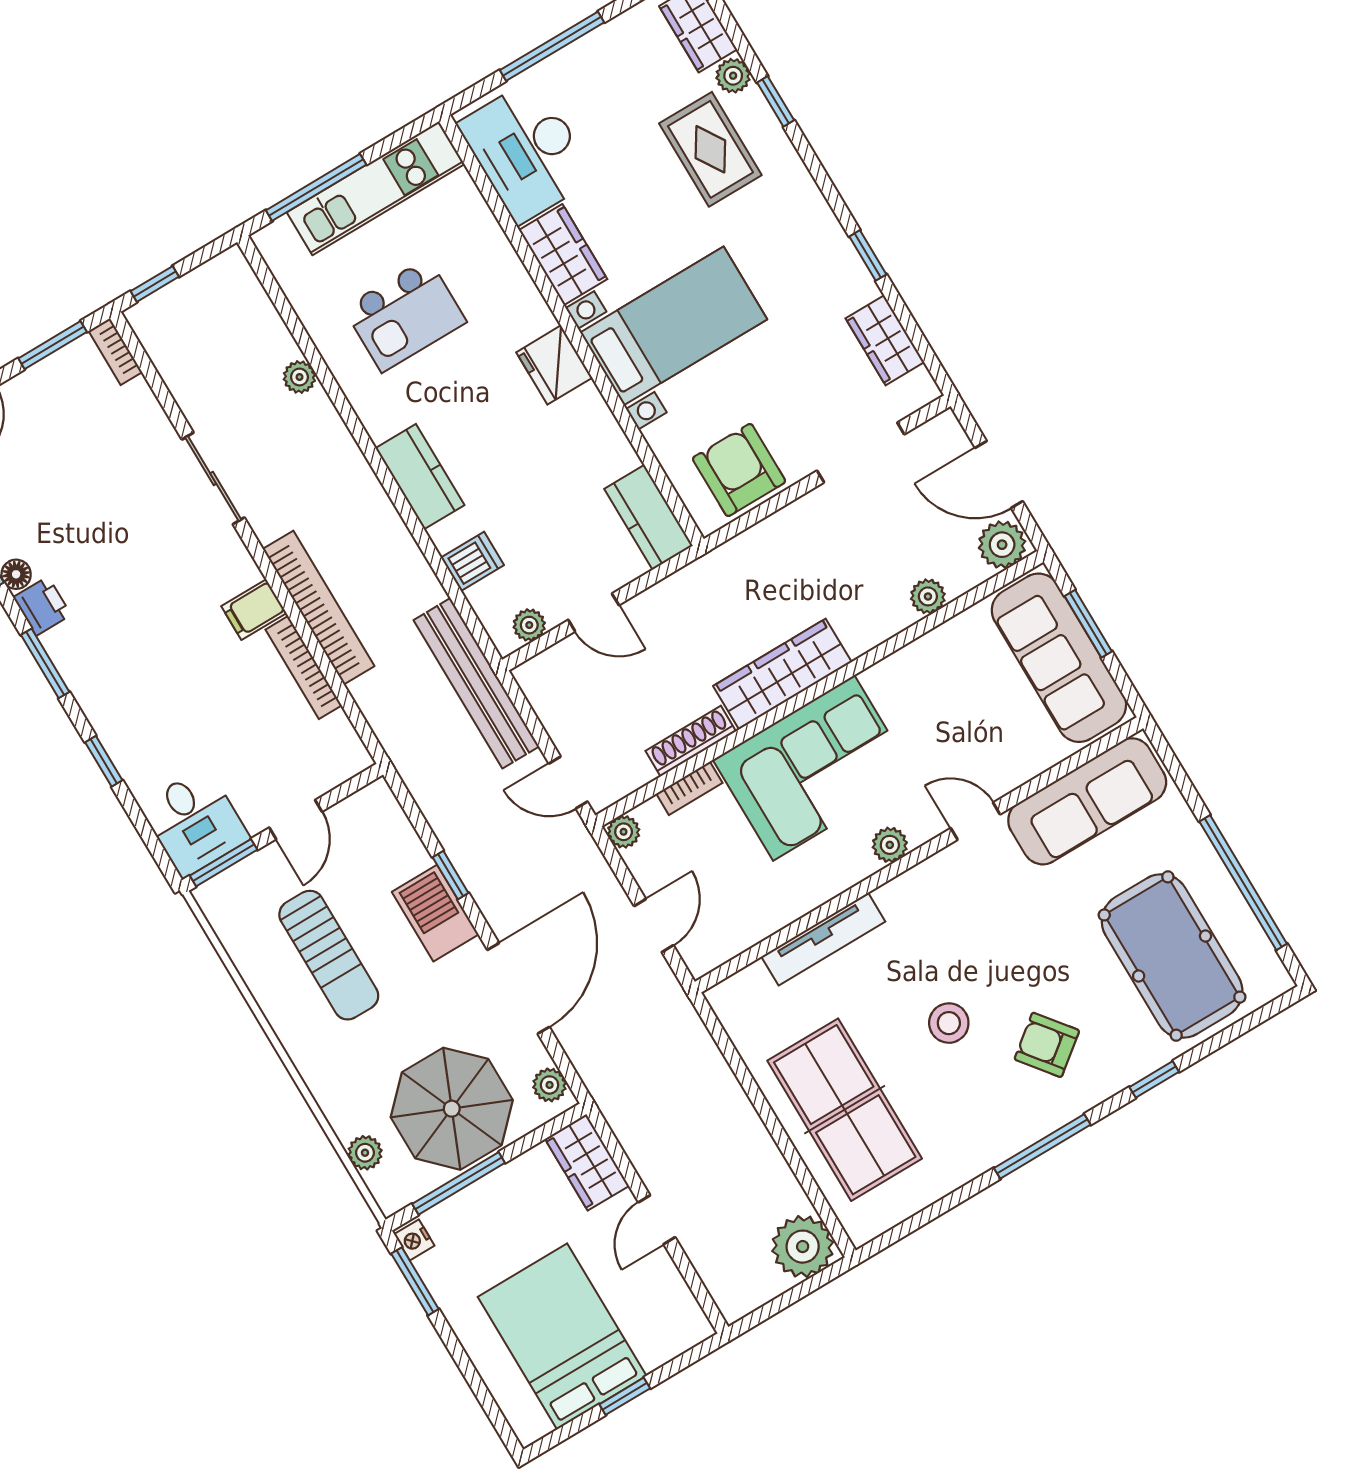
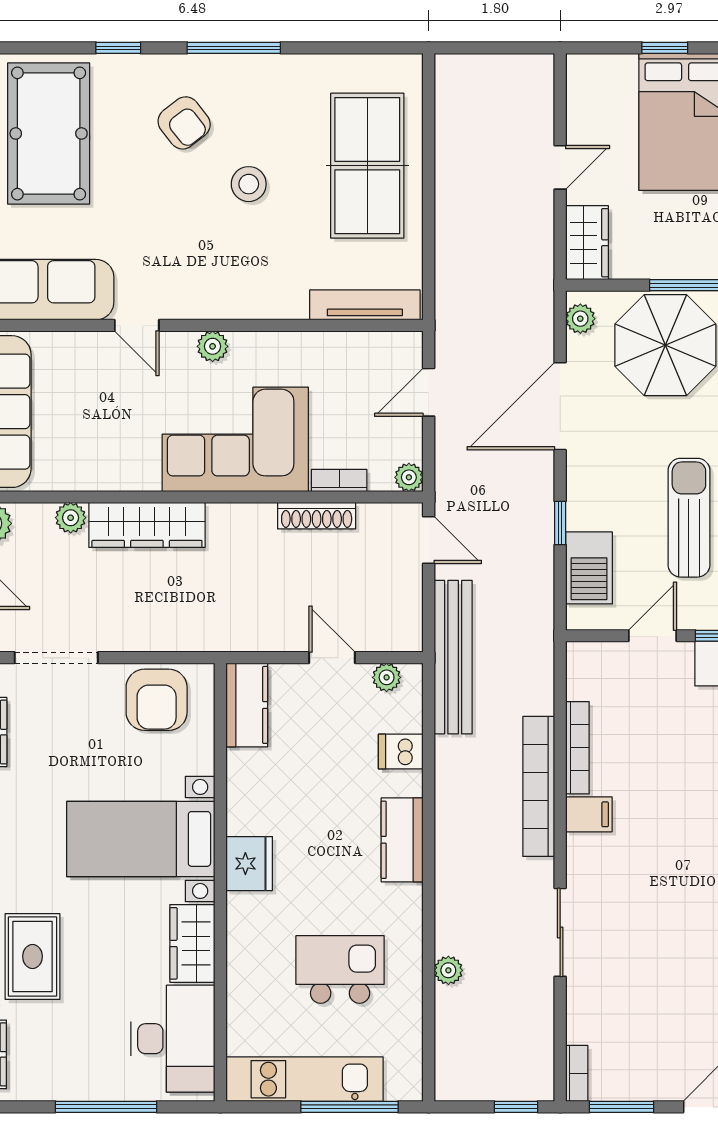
wardrobe: (782, 674) -> (147, 525), moved
barbecue: (435, 913) -> (589, 568), moved
tv unit: (823, 939) -> (365, 305), moved
plant: (803, 1247) -> (461, 81), removed

